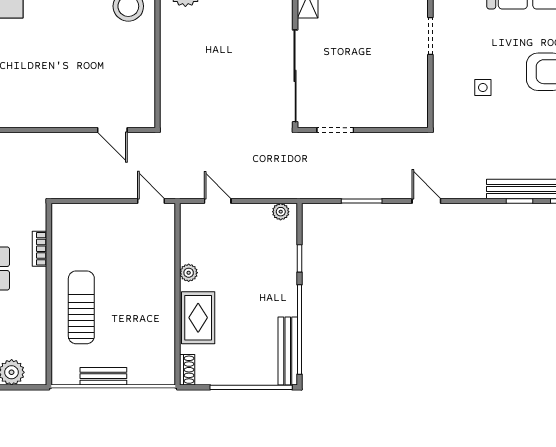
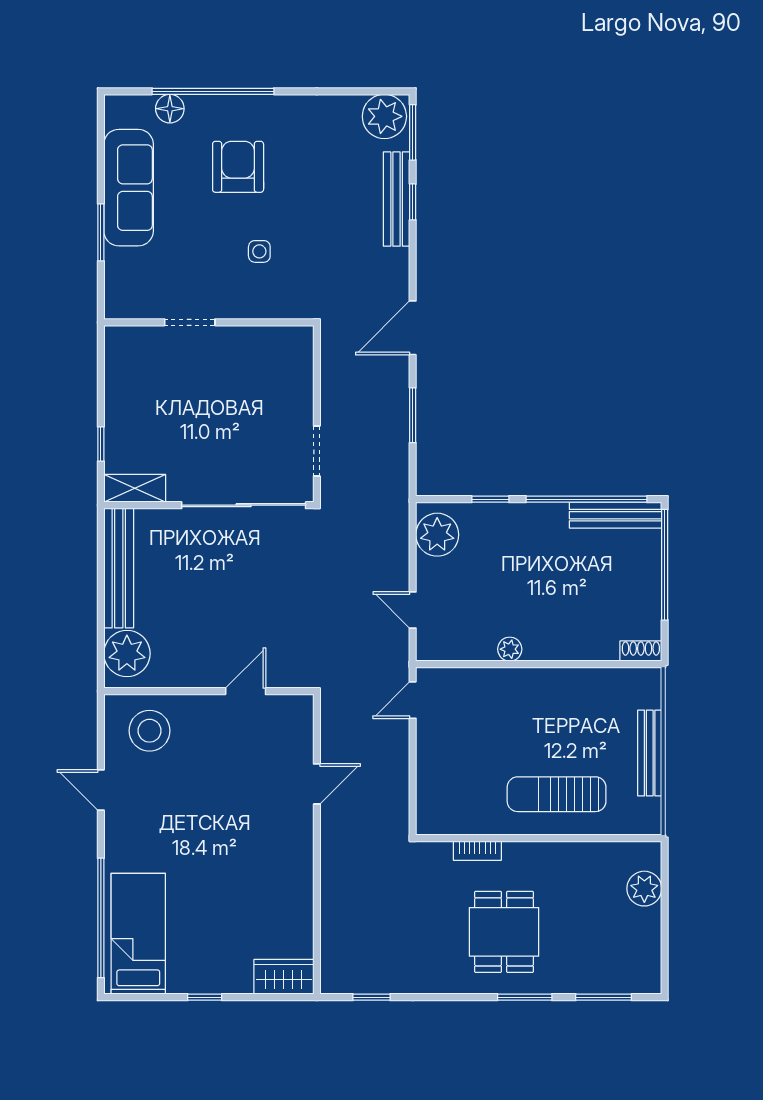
door: (158, 77) -> (246, 691), added
door: (112, 130) -> (317, 784), moved
door: (218, 201) -> (413, 610), hinge flipped
door: (426, 201) -> (413, 328), width x1.38
plant: (281, 212) -> (437, 535), width x1.88, depth x1.88
rug: (198, 318) -> (571, 636), removed
bench: (103, 376) -> (650, 753), width x1.36

